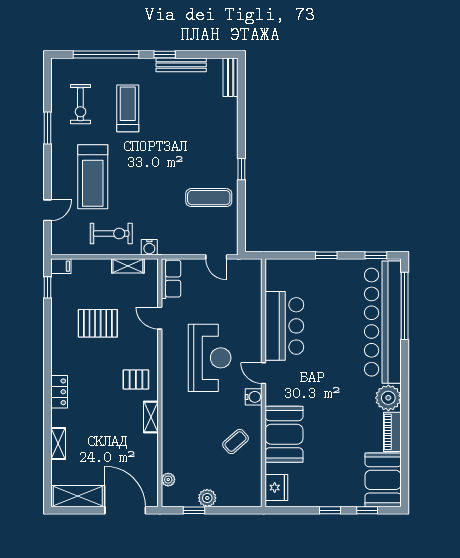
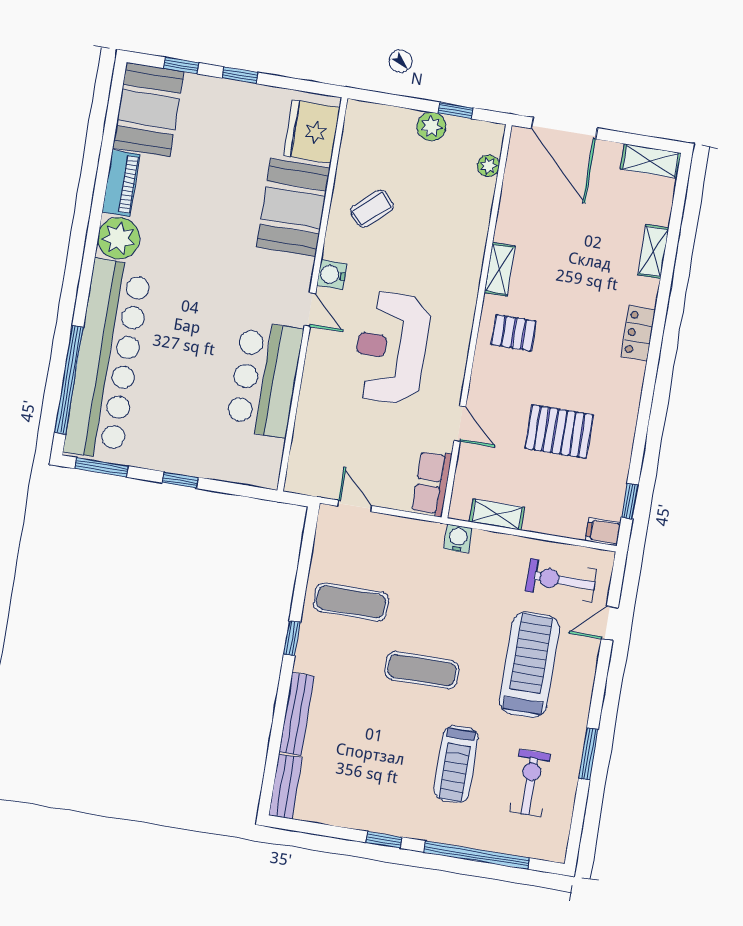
bench: (181, 65) -> (297, 714), moved, turned 90
exercise mat: (158, 163) -> (422, 670), added
exercise bike: (111, 233) -> (561, 580), moved
window: (376, 255) -> (101, 467), width x1.50
fridge: (276, 488) -> (312, 132), width x1.36, depth x1.34
shelving: (78, 496) -> (651, 161), width x0.67, depth x0.75

